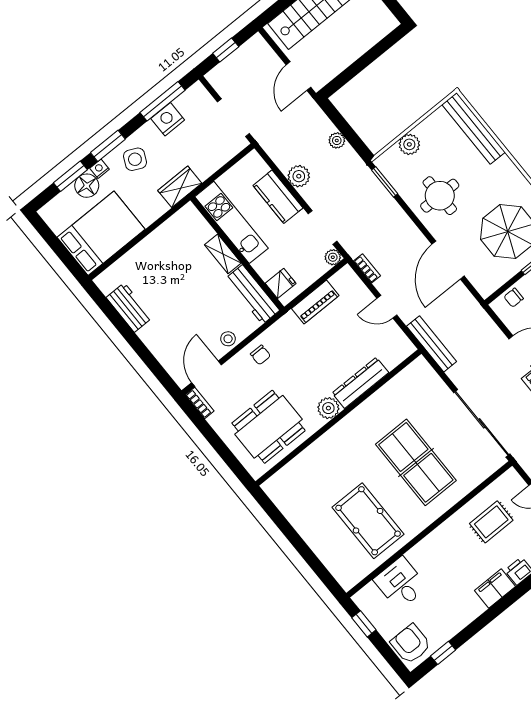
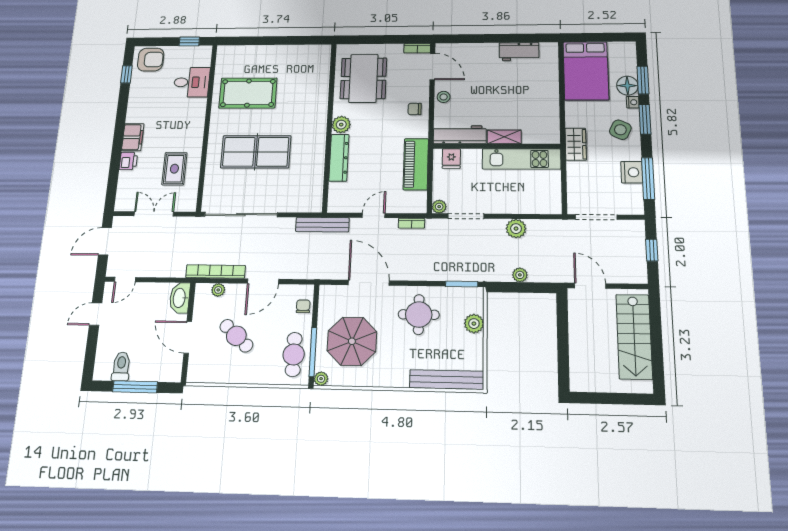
kitchen counter: (278, 197) -> (513, 203), removed
piano: (315, 302) -> (416, 164), width x1.37, depth x1.33

